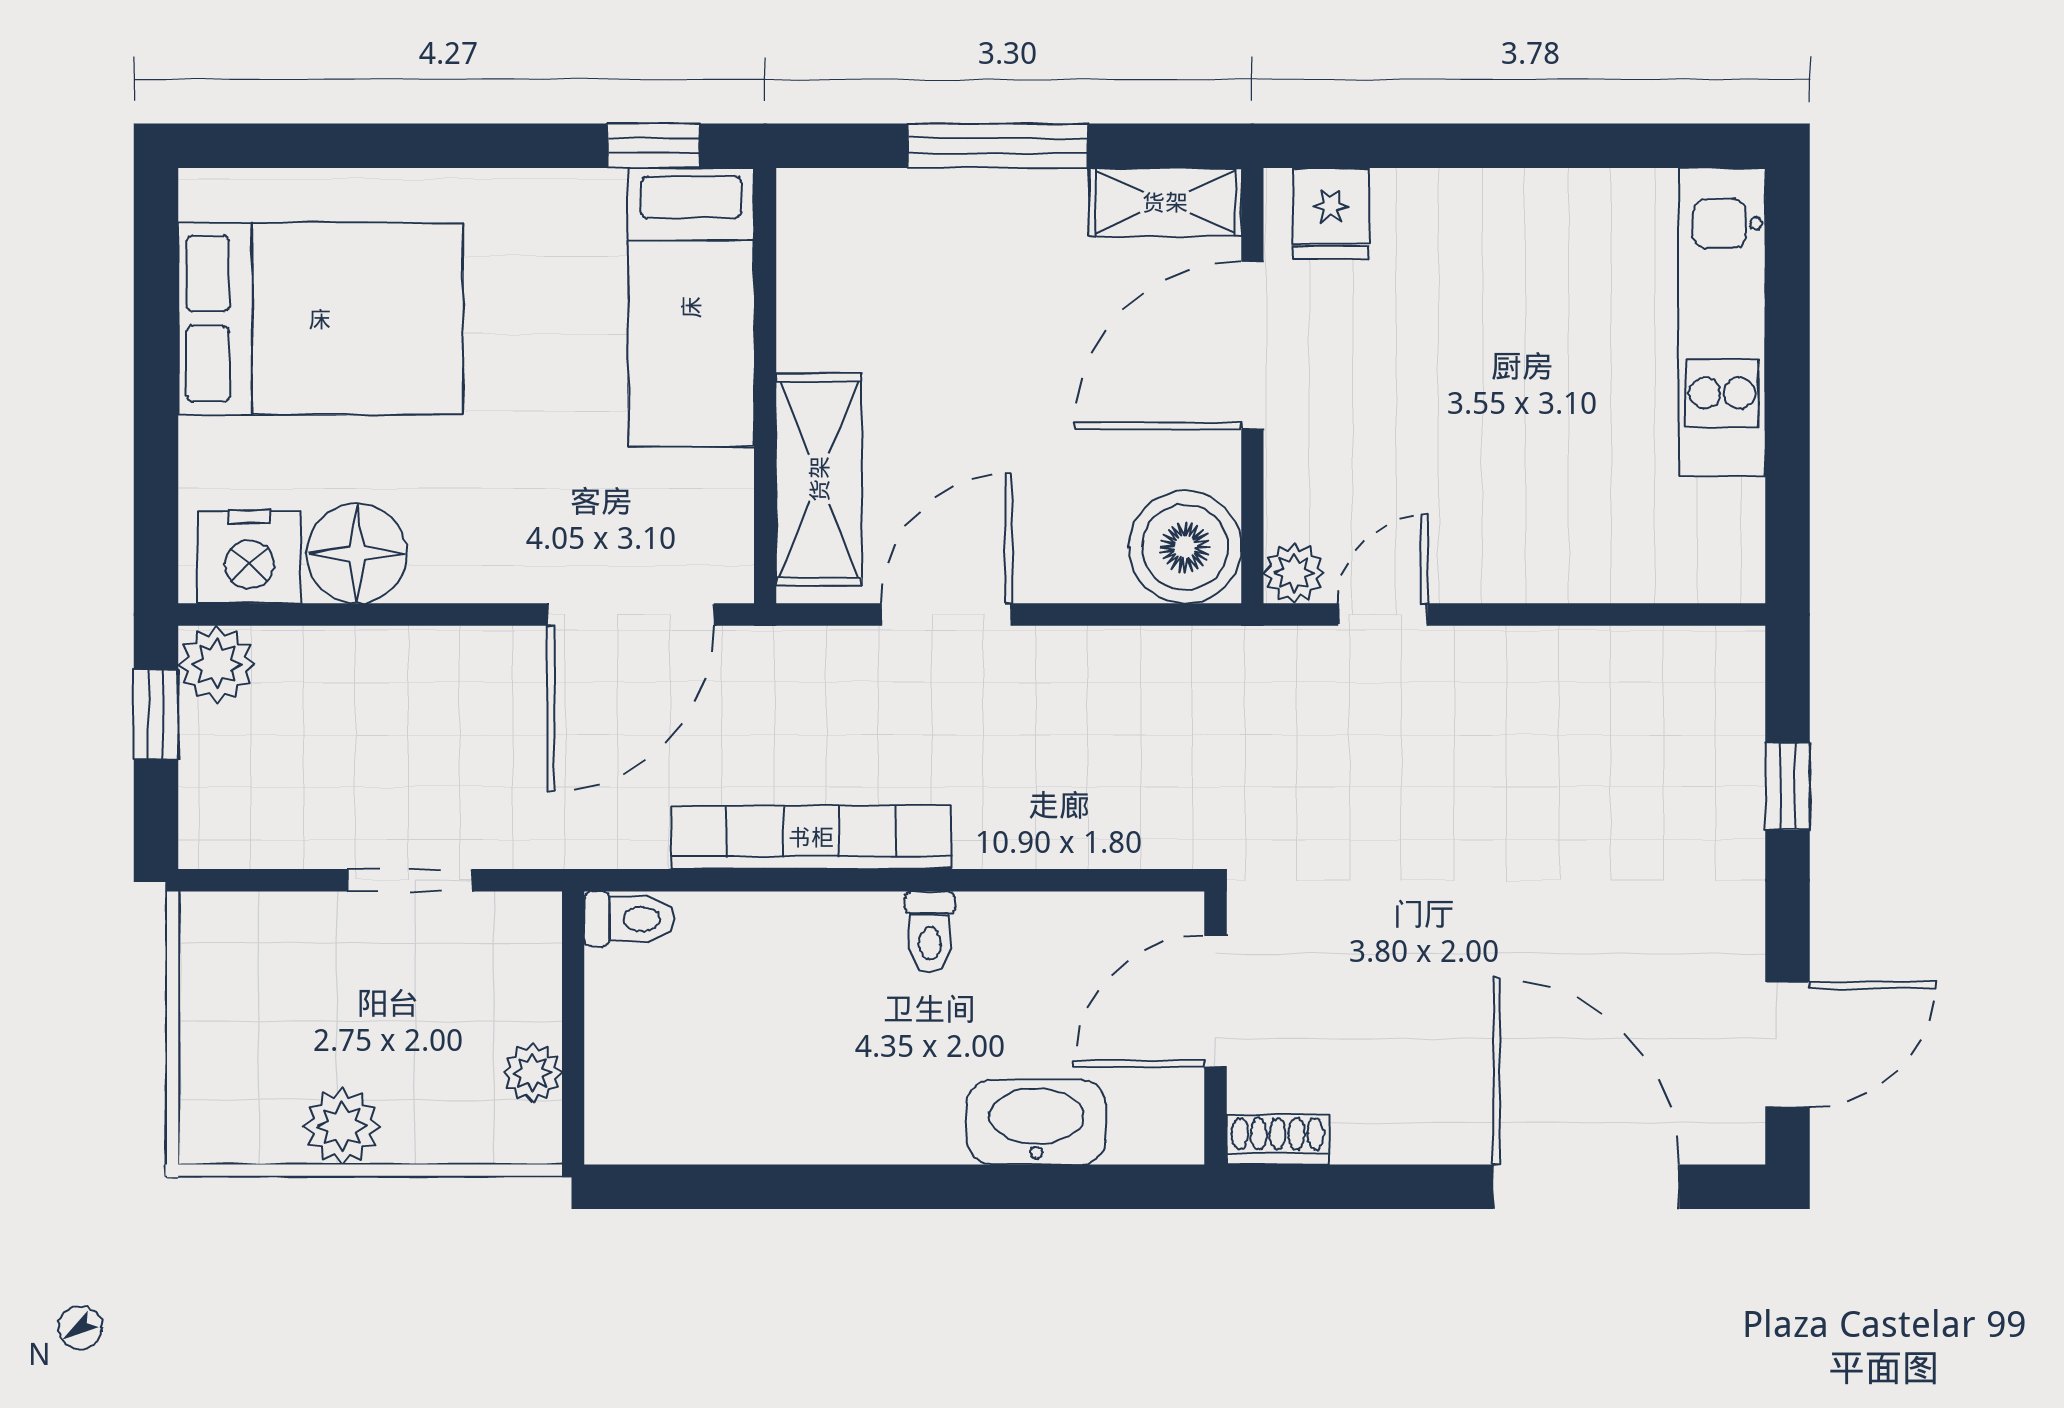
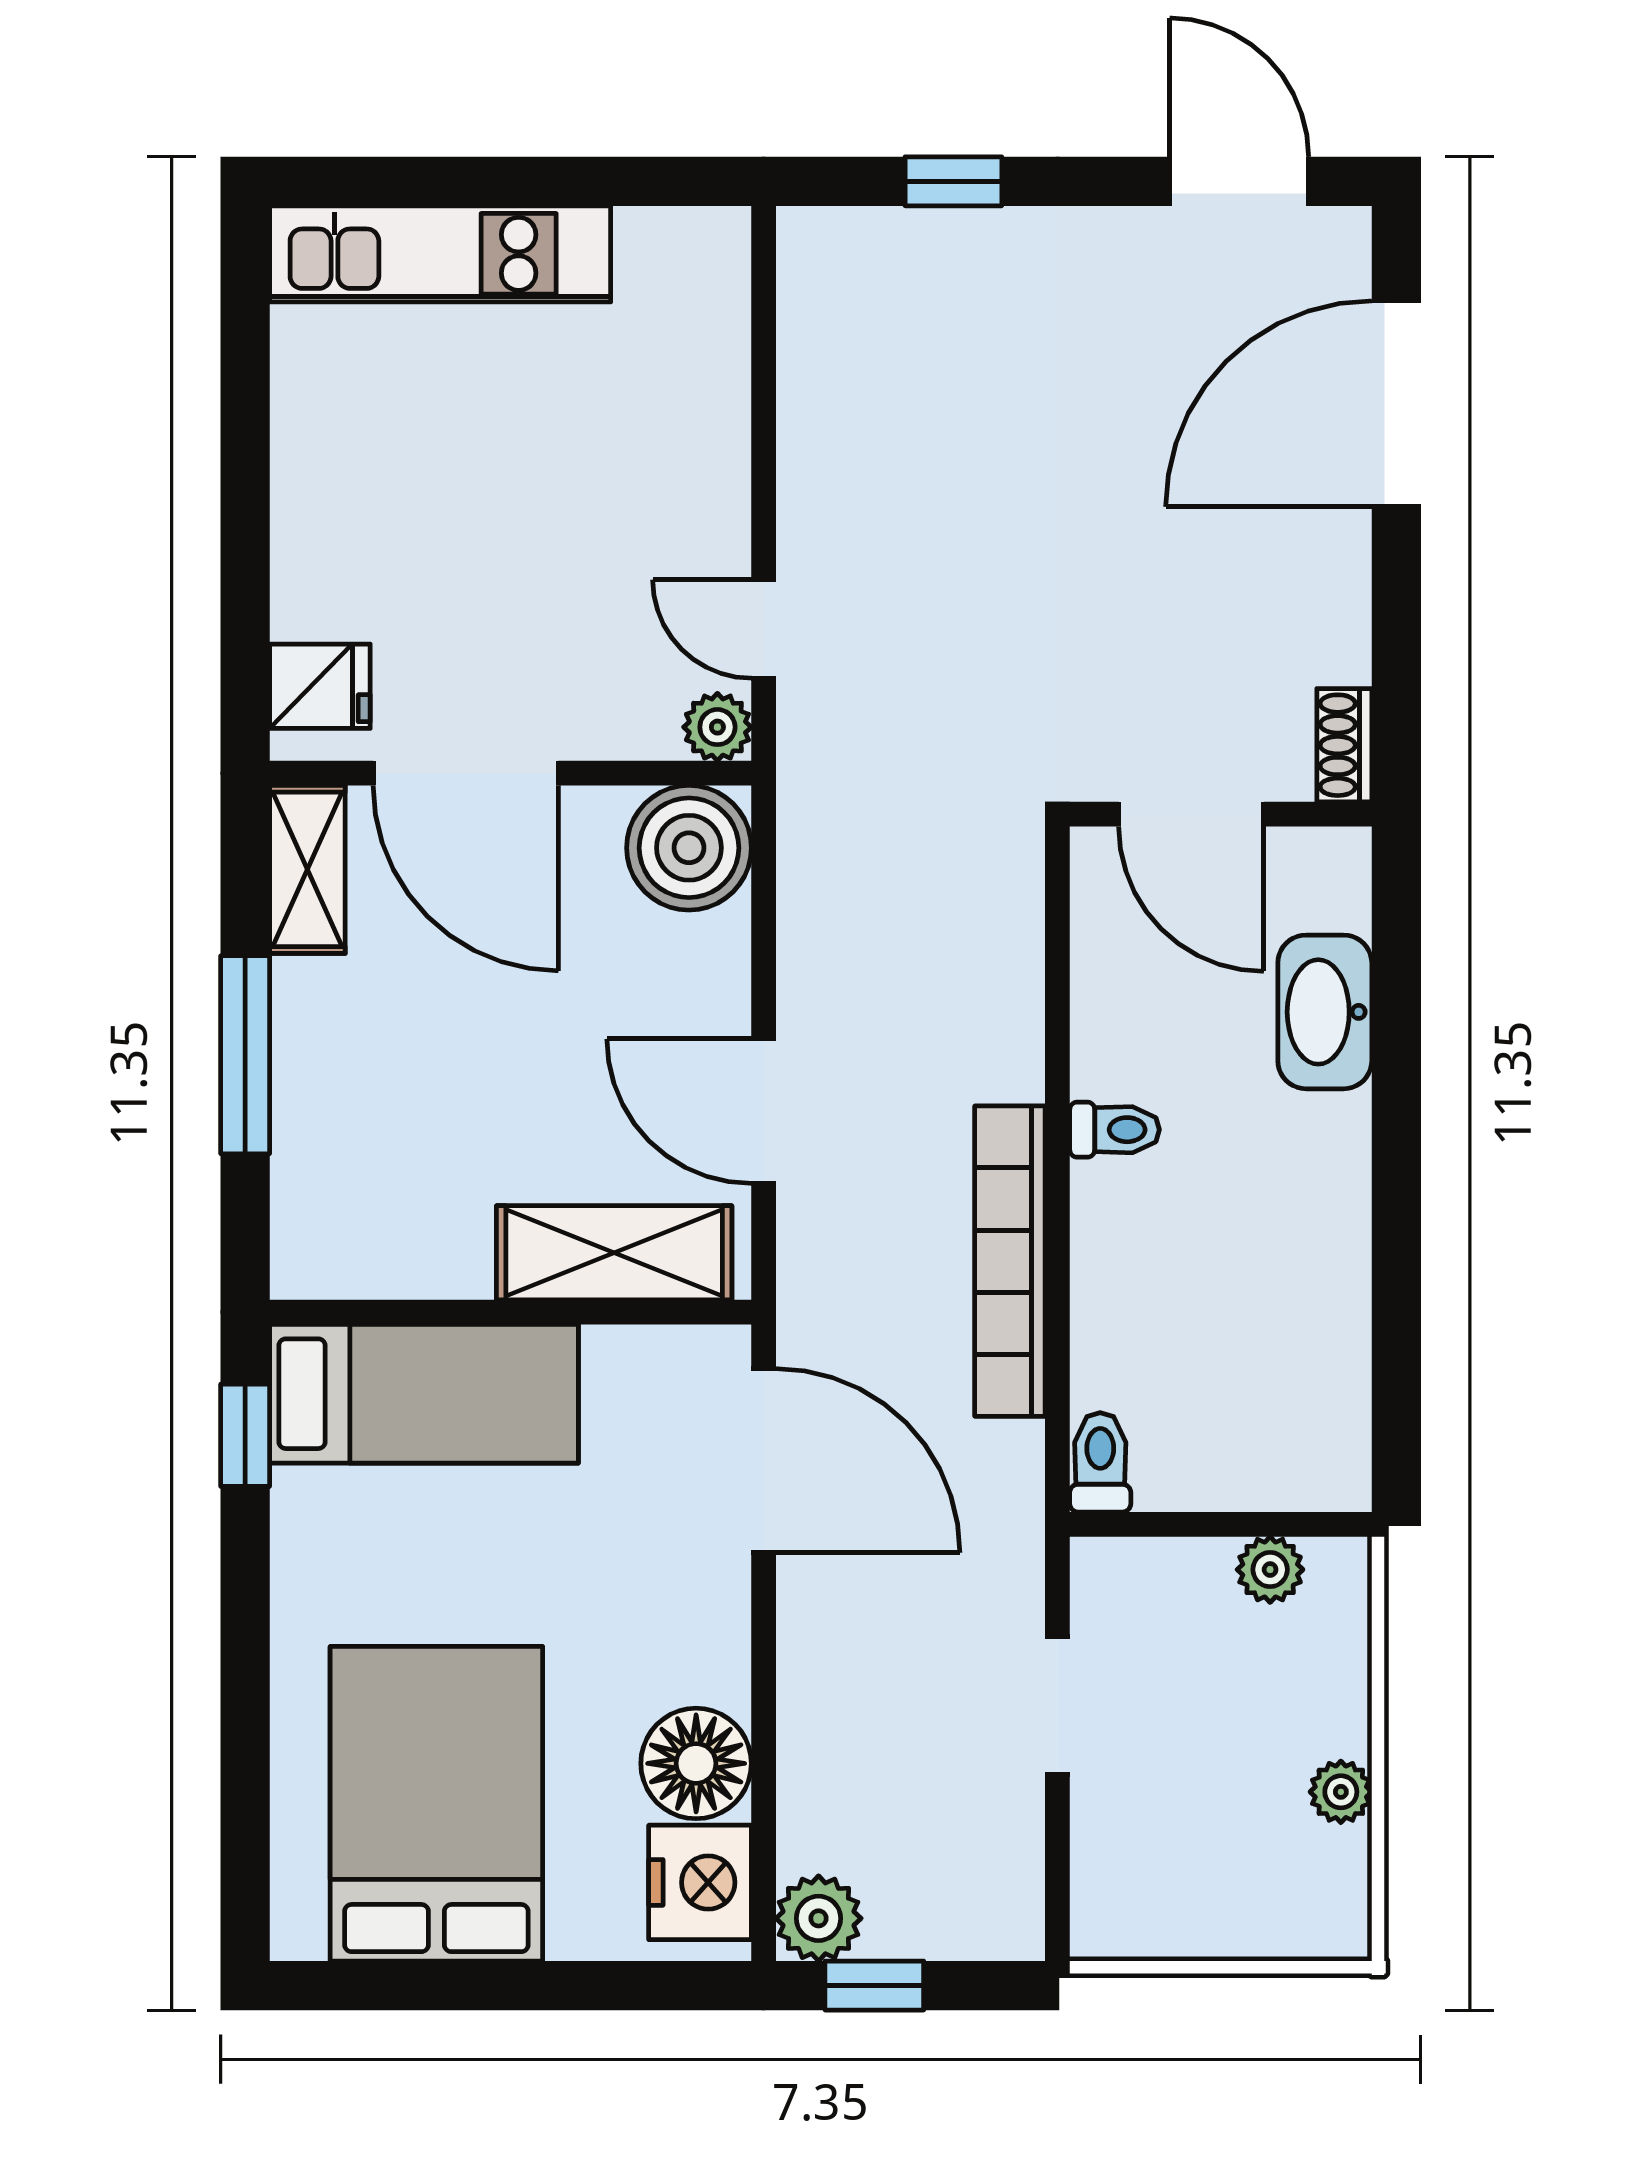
plant: (342, 1126) -> (1341, 1792), width x0.73, depth x0.73

